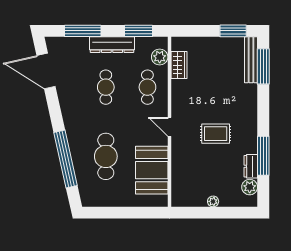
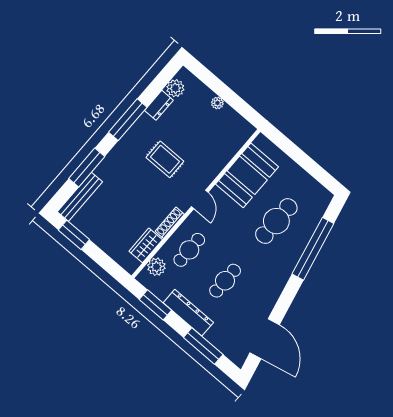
window: (263, 66) -> (87, 167), moved
shoe rack: (176, 94) -> (170, 223), added
window: (263, 156) -> (128, 120), moved

